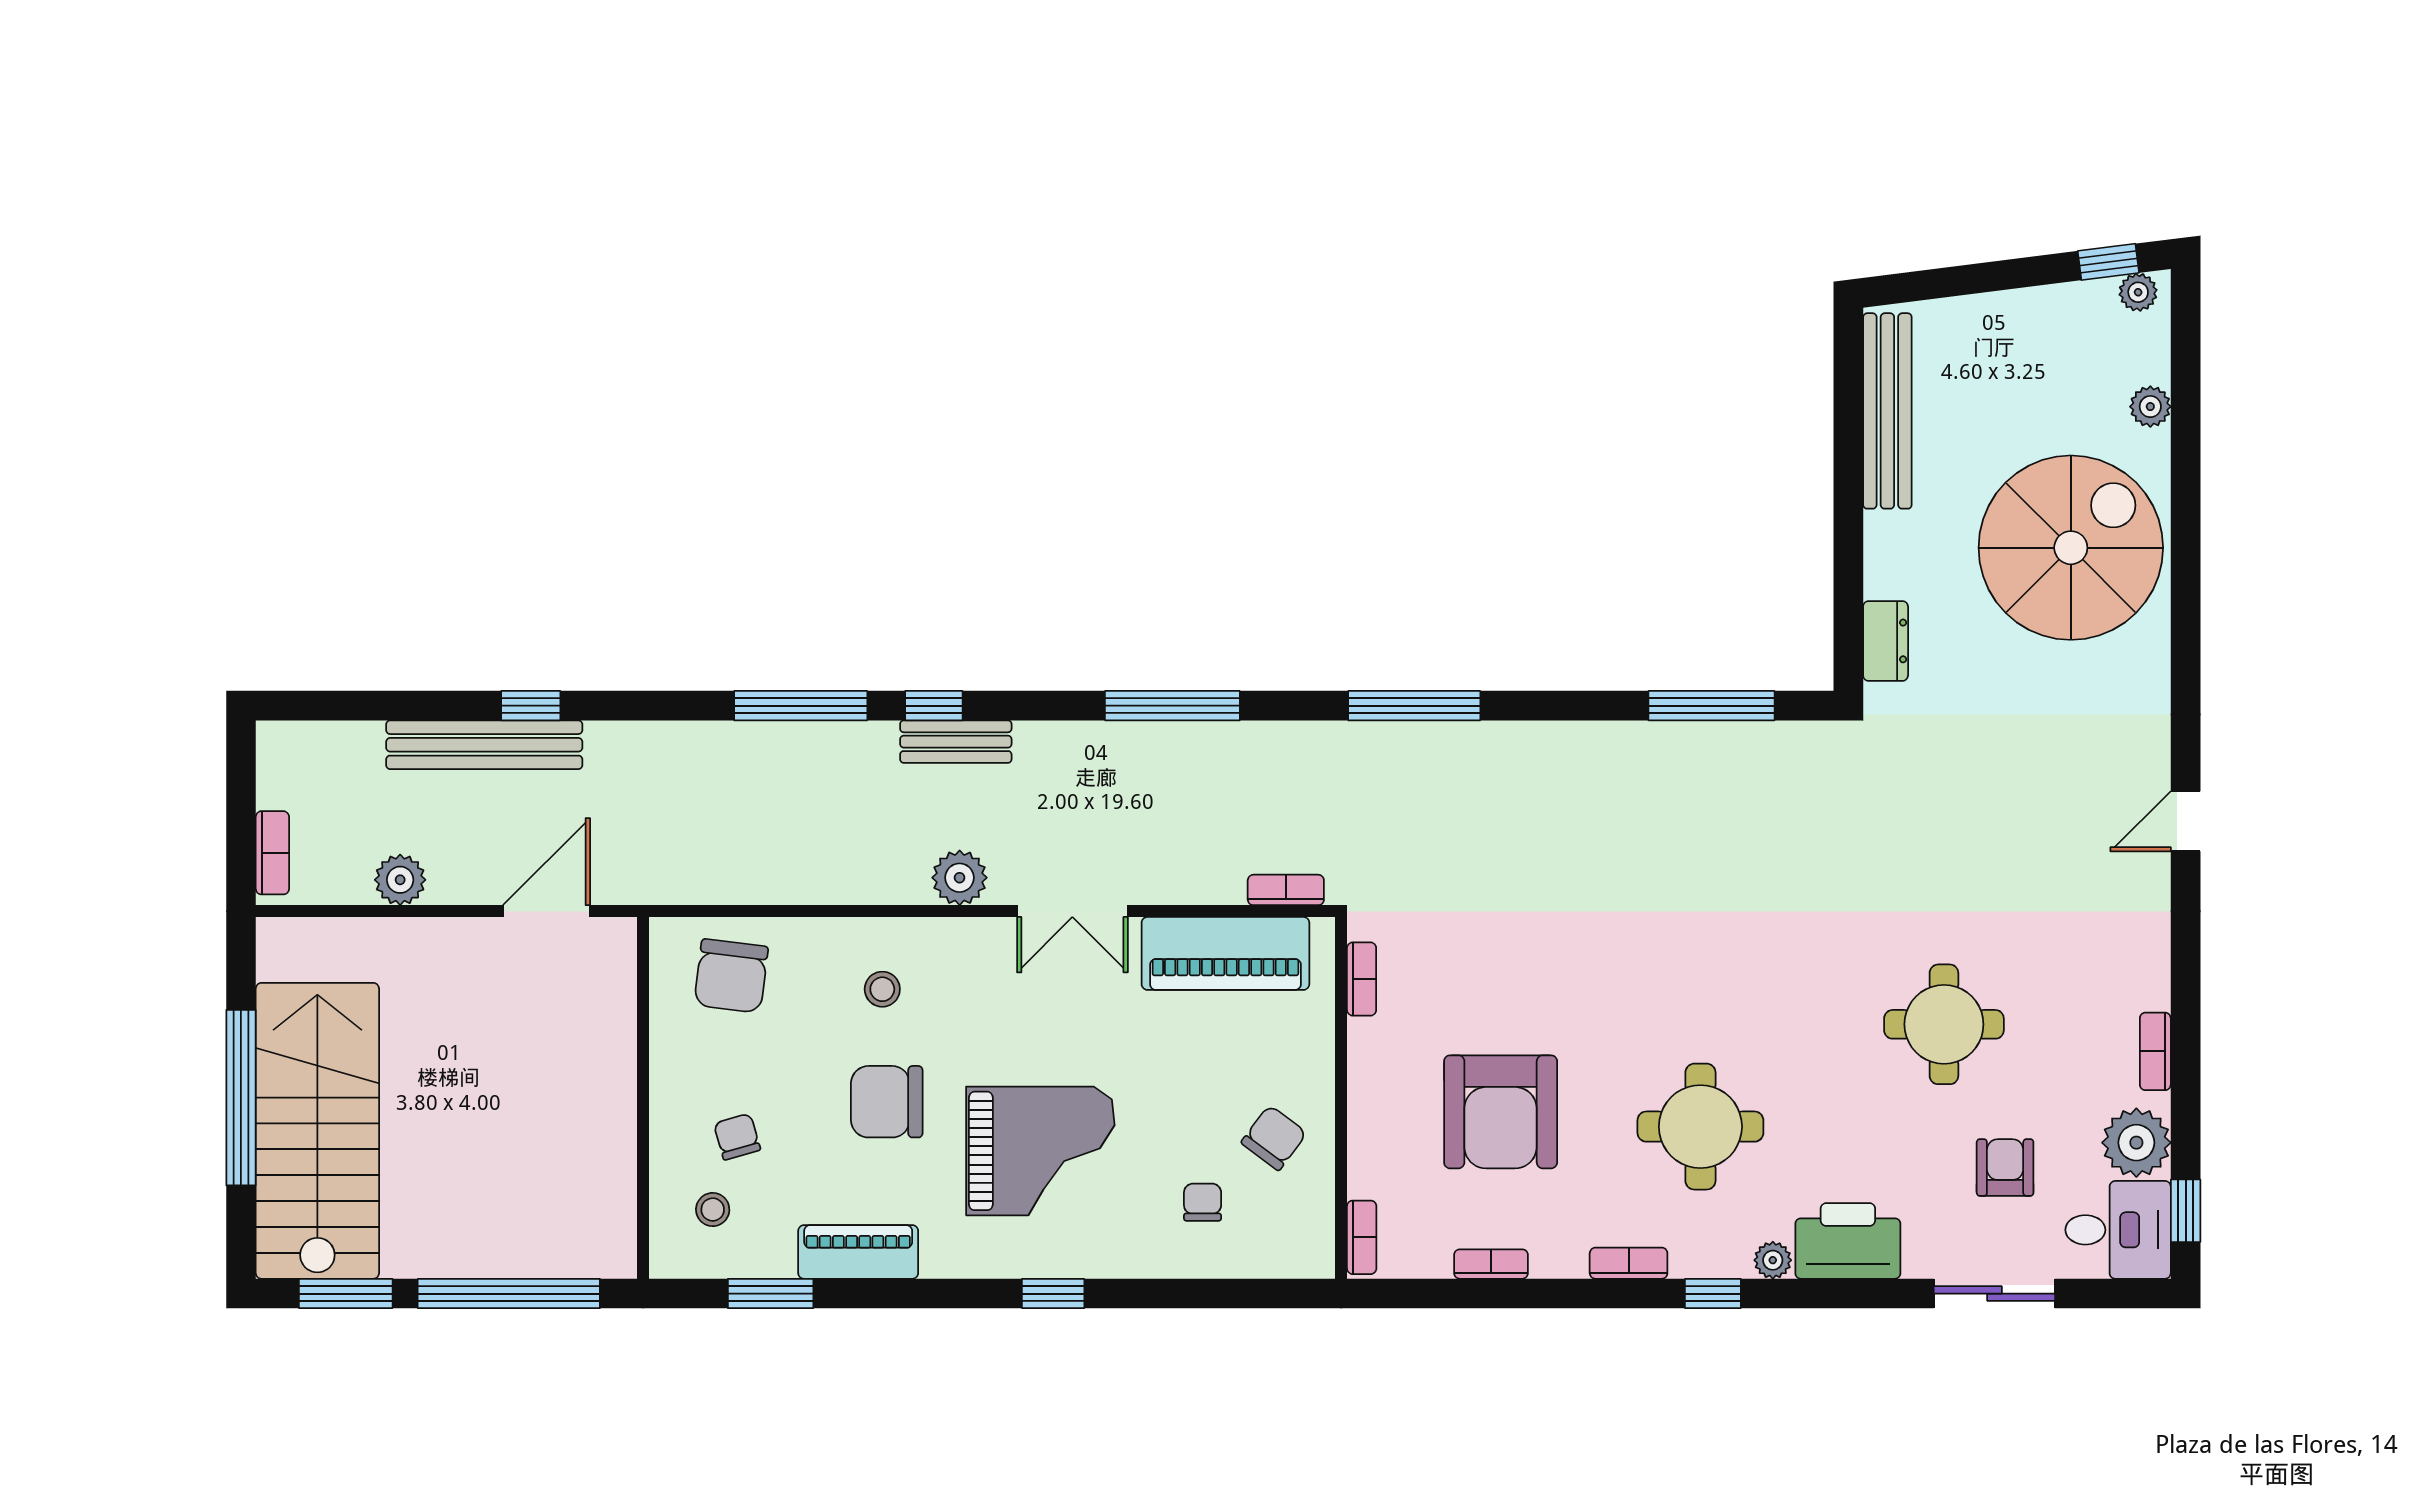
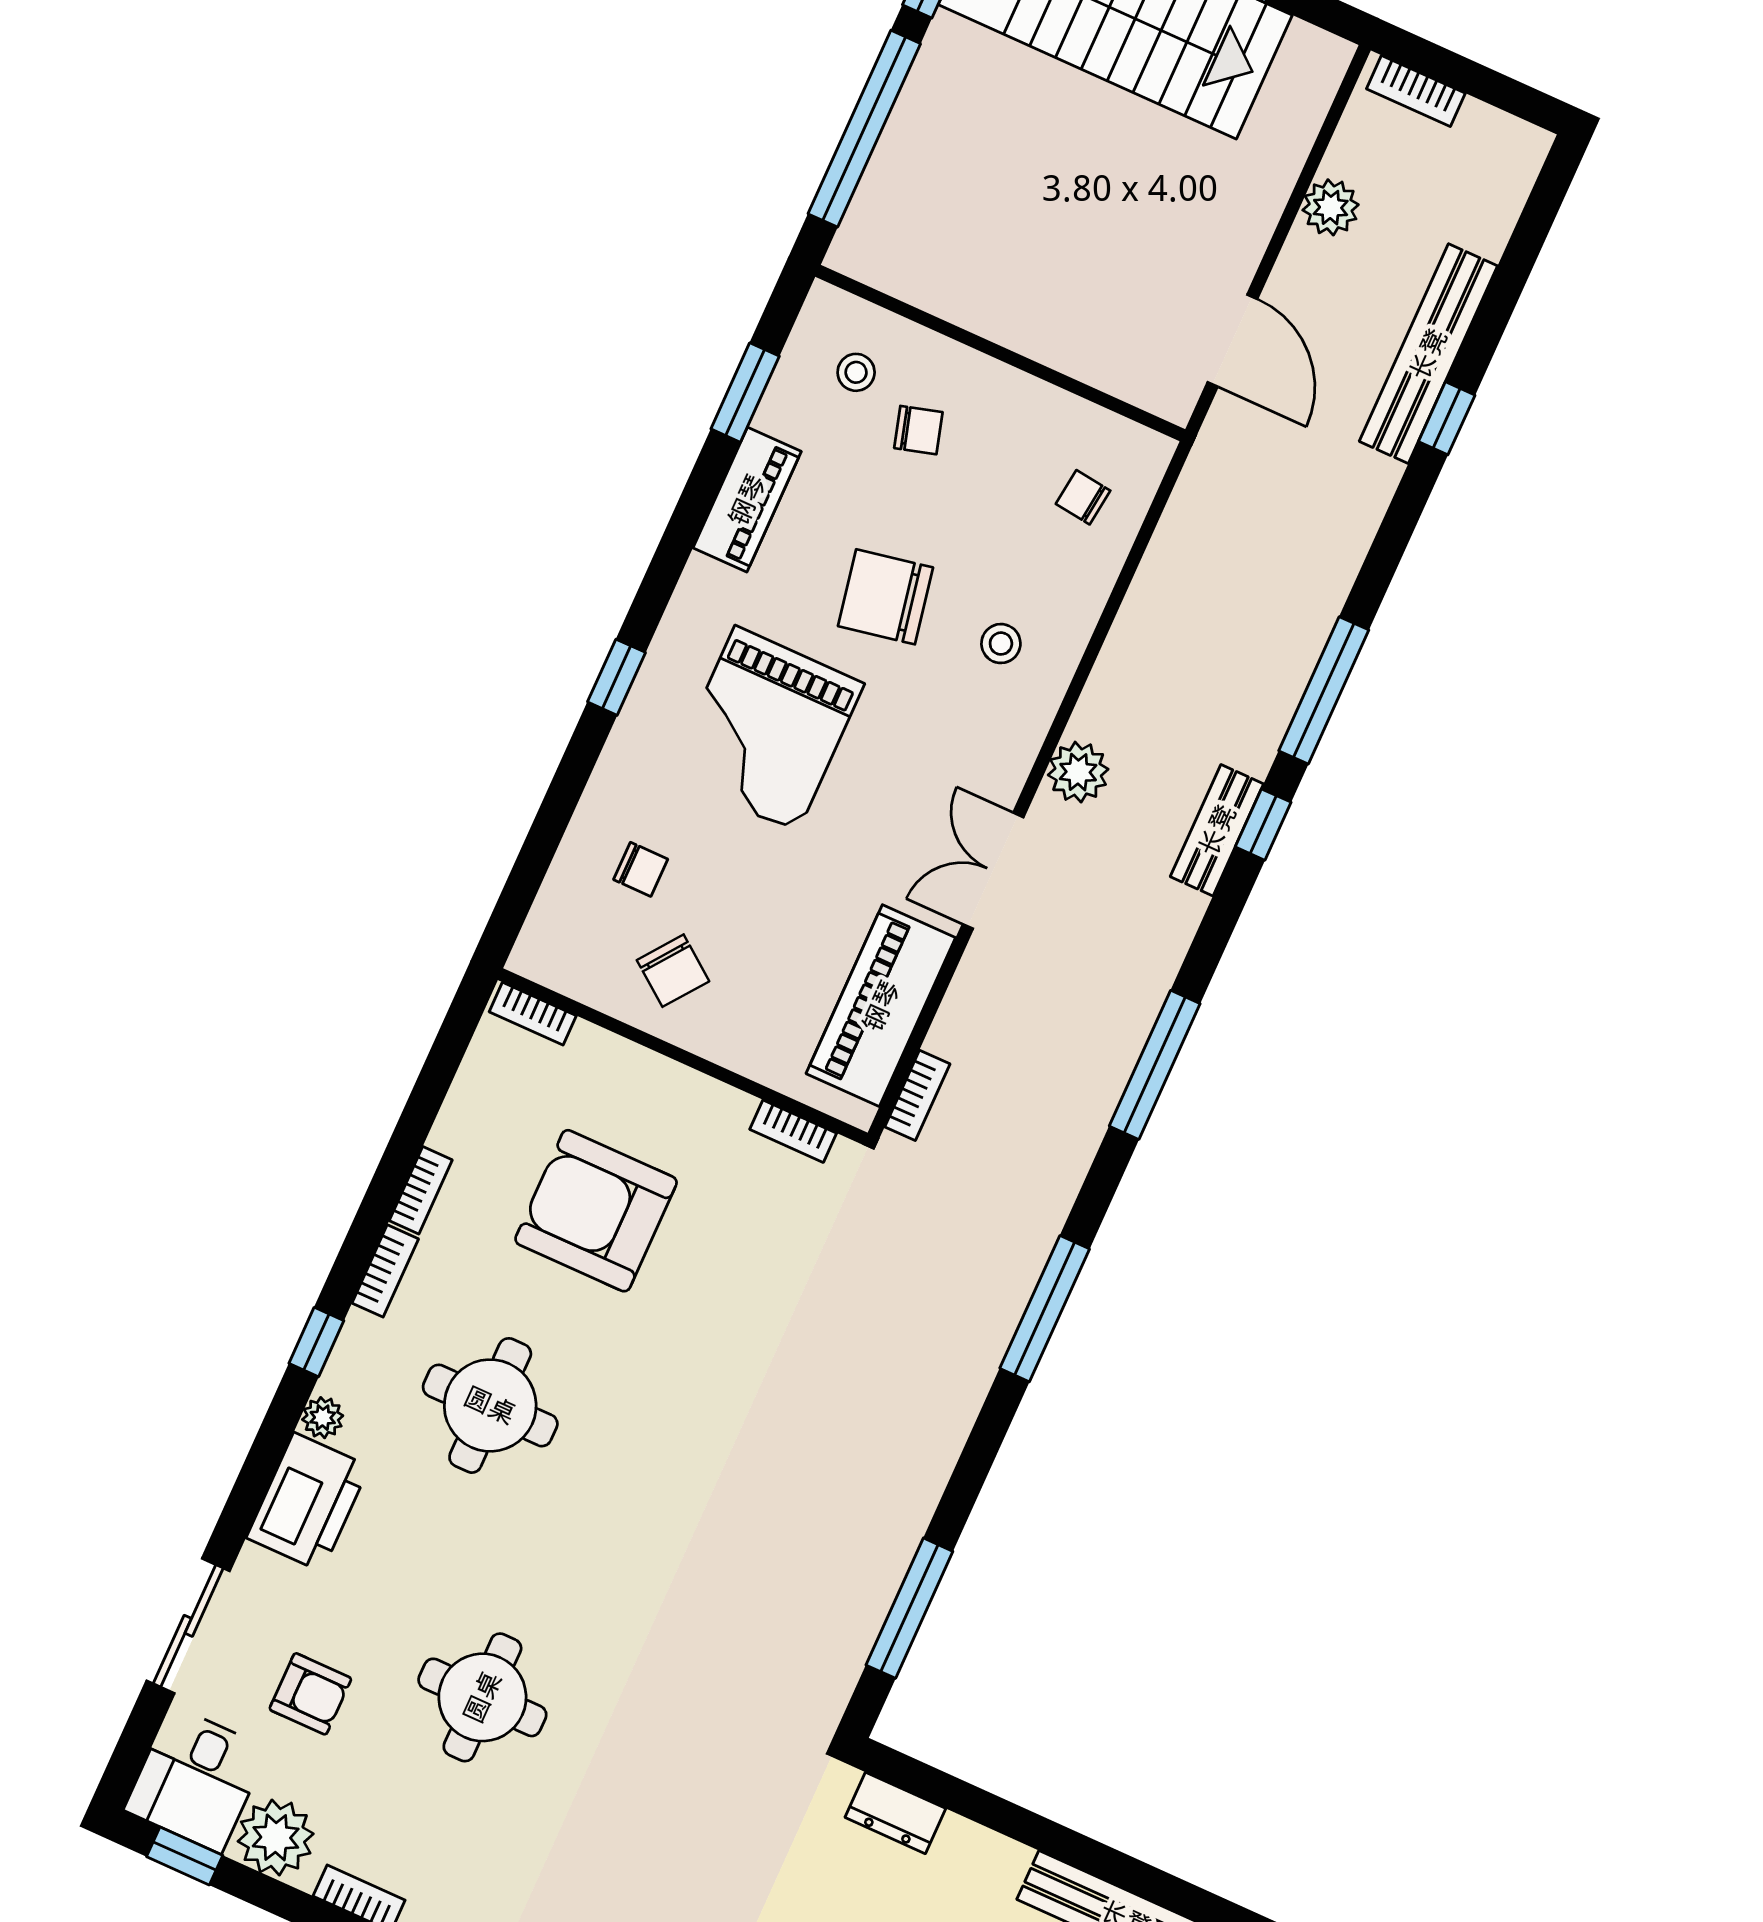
chair: (731, 976) -> (1083, 497), width x0.54, depth x0.54
chair: (887, 1102) -> (885, 597), turned -101
bookcase: (1491, 1264) -> (421, 1190), moved

